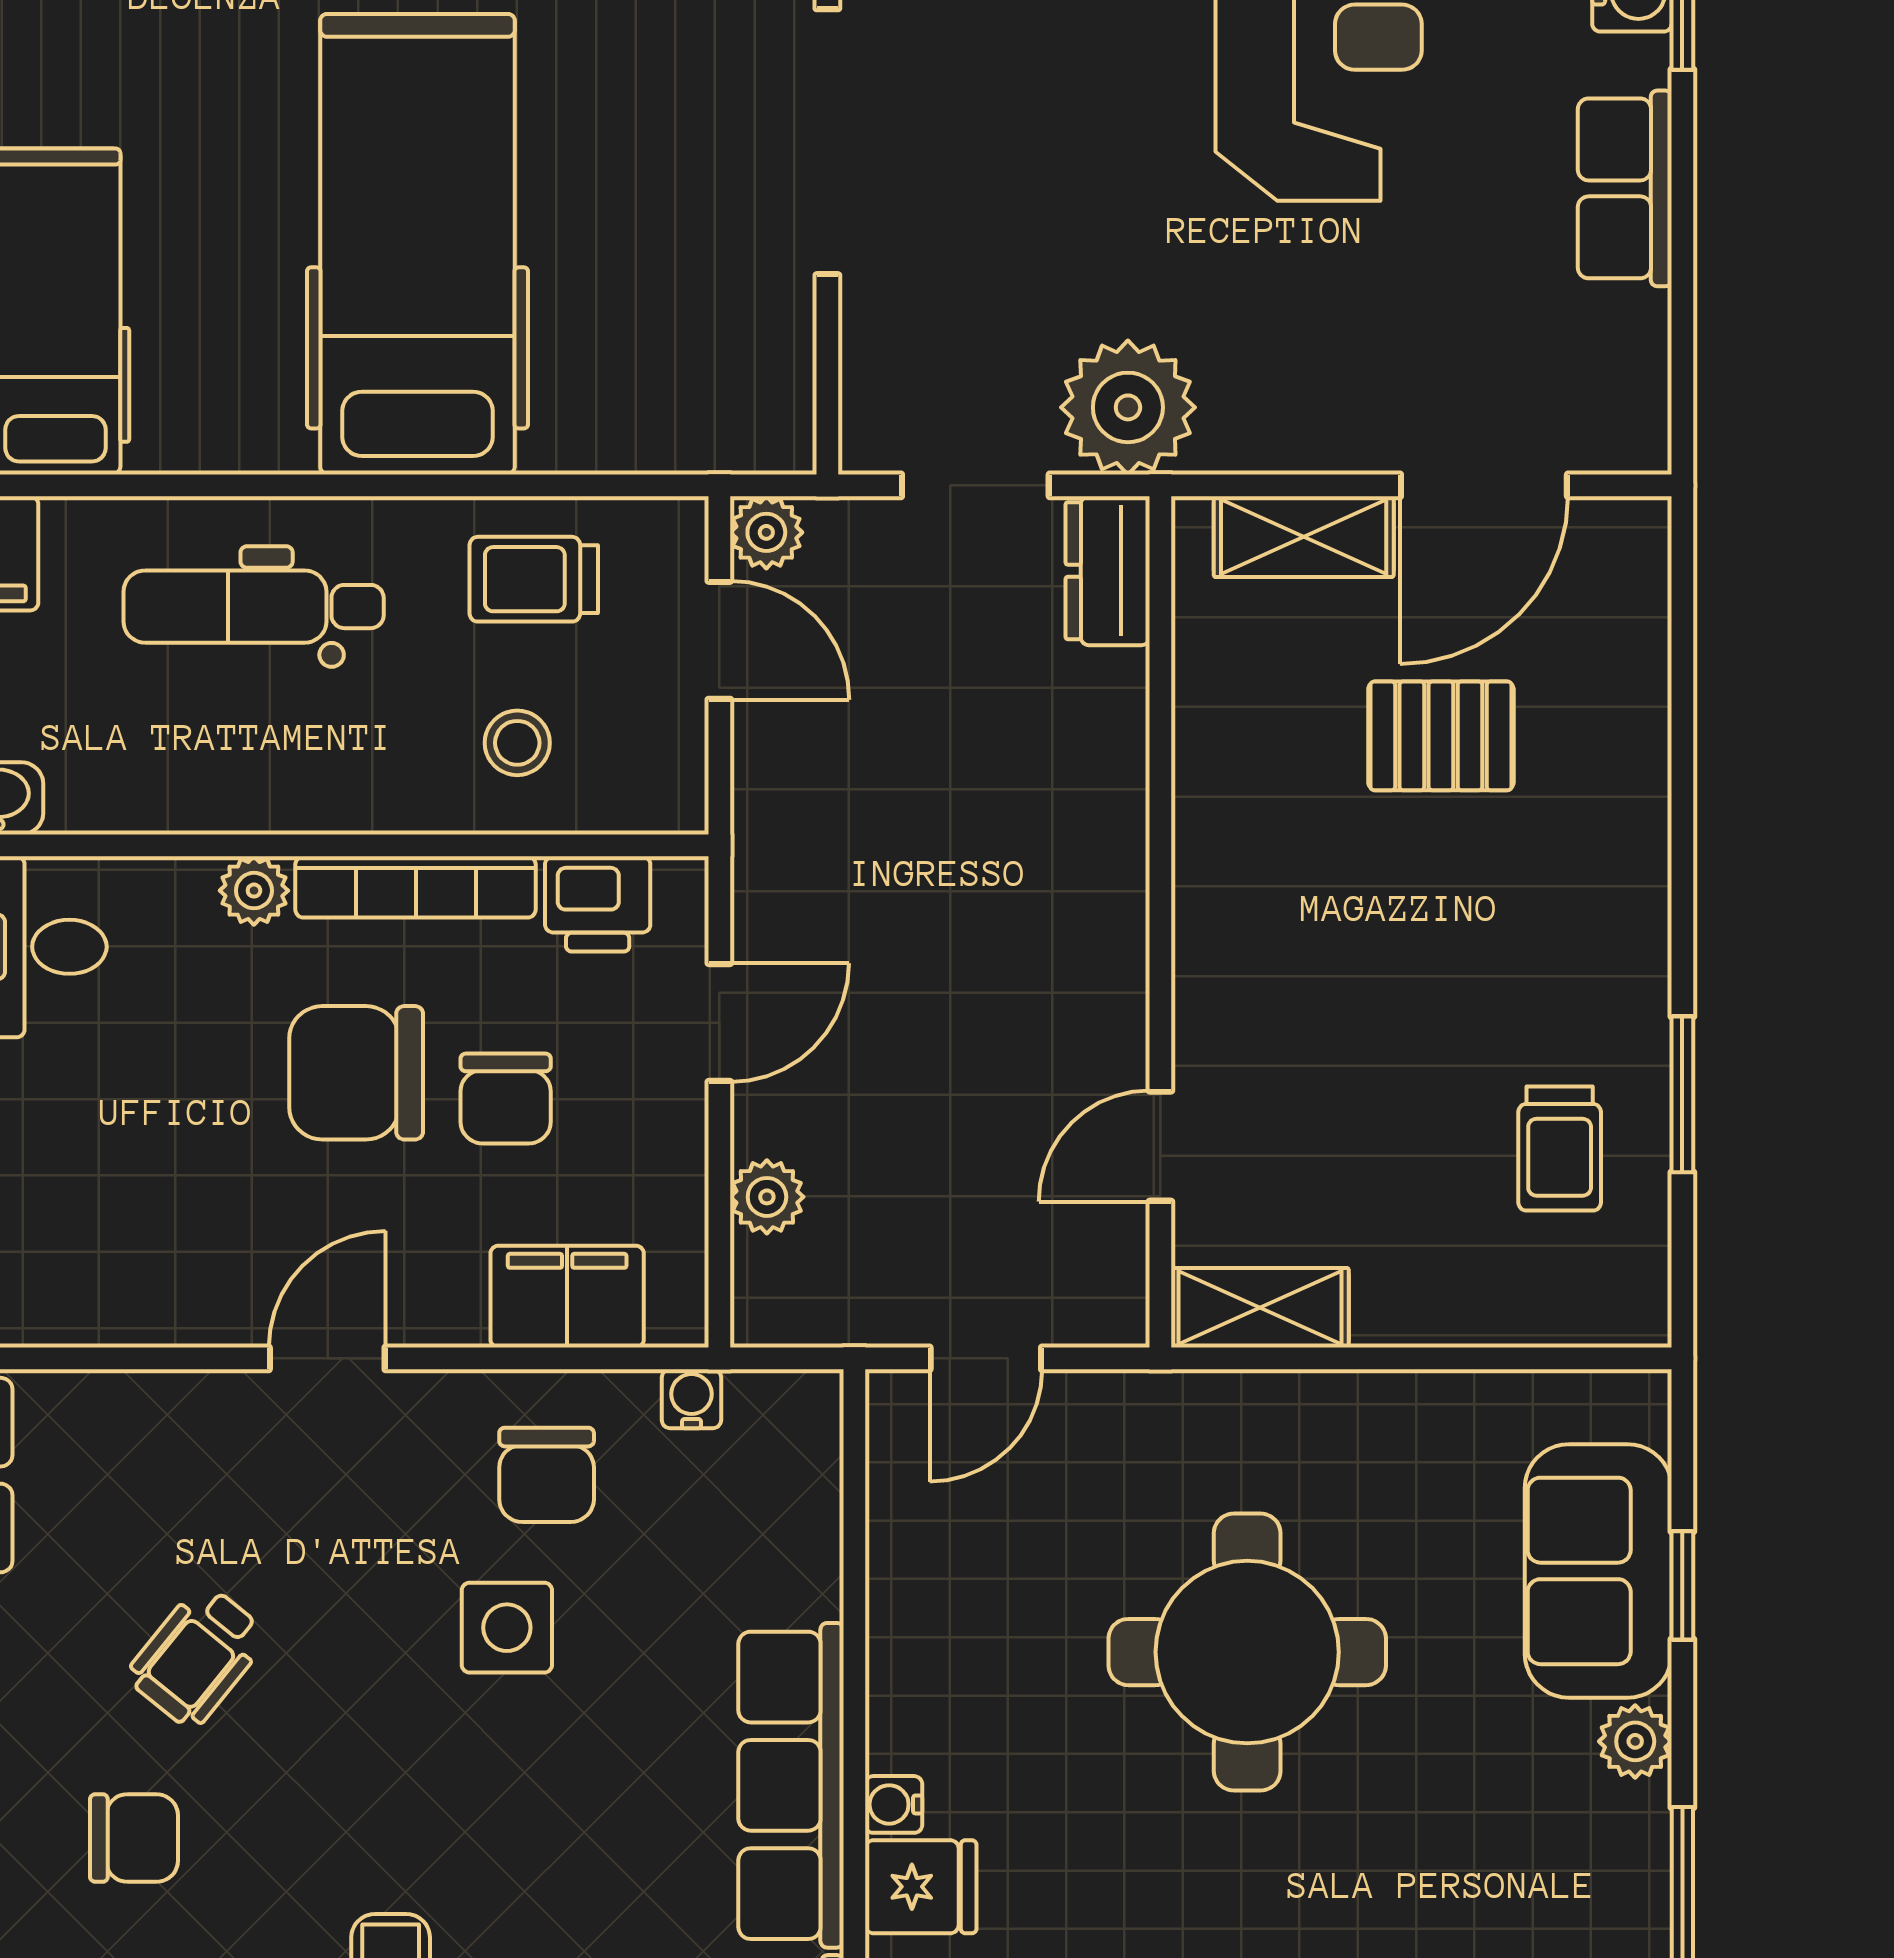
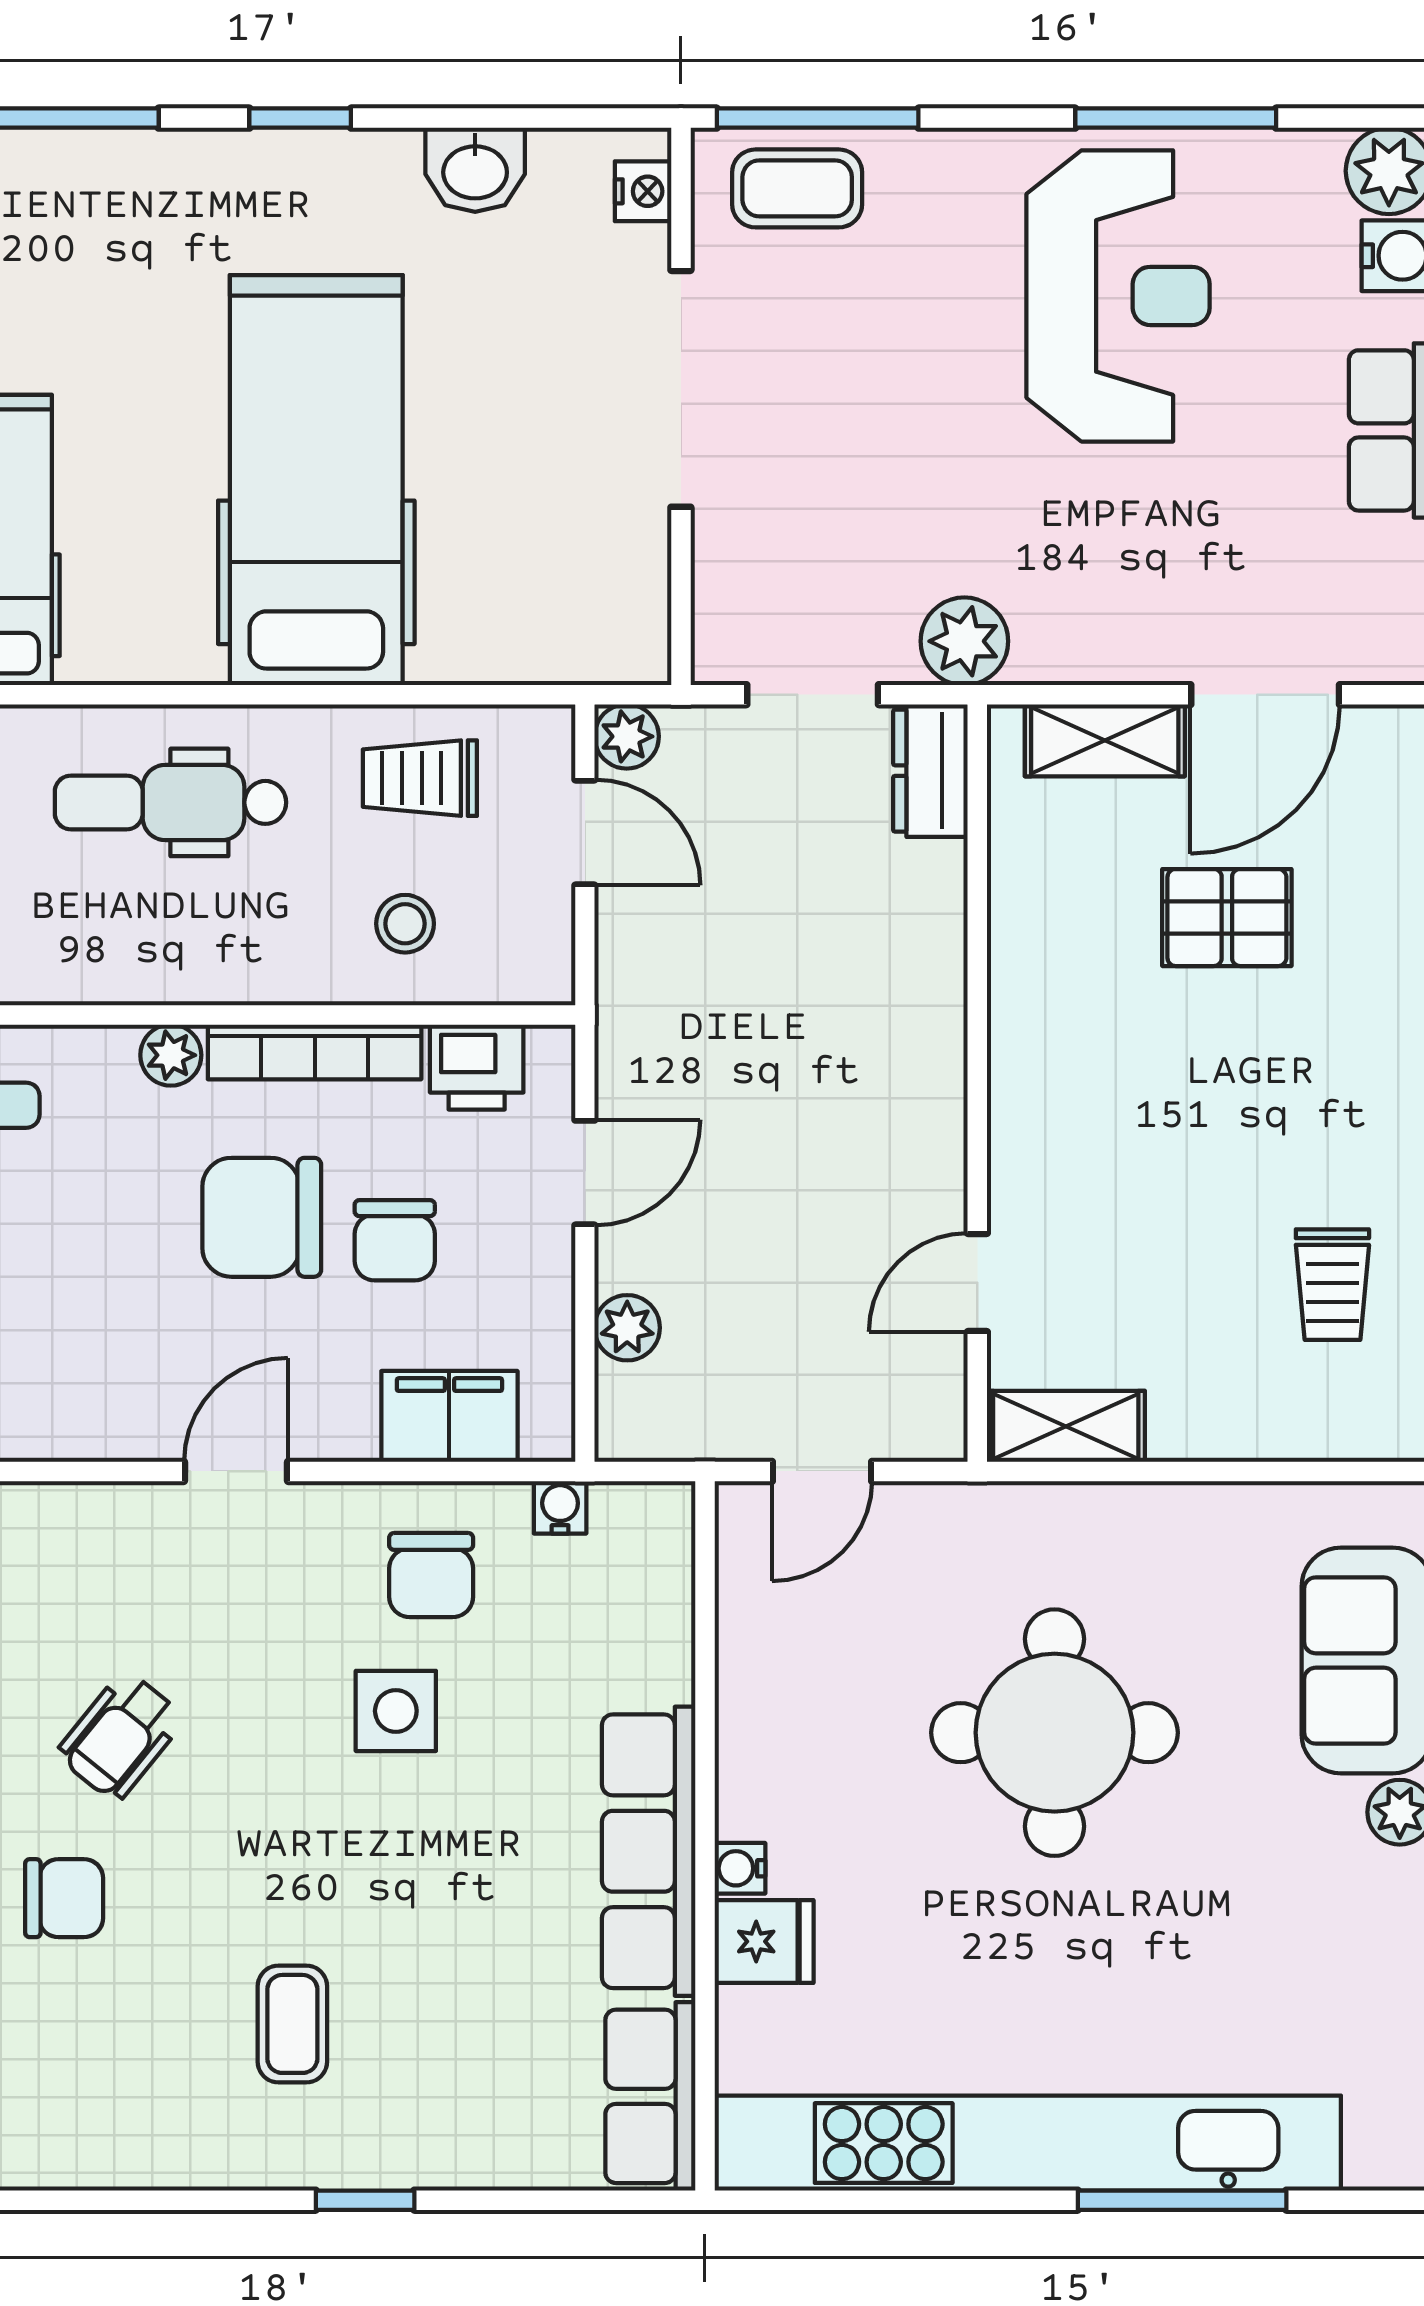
plant: (1128, 407) -> (964, 641), width x0.73, depth x0.73

